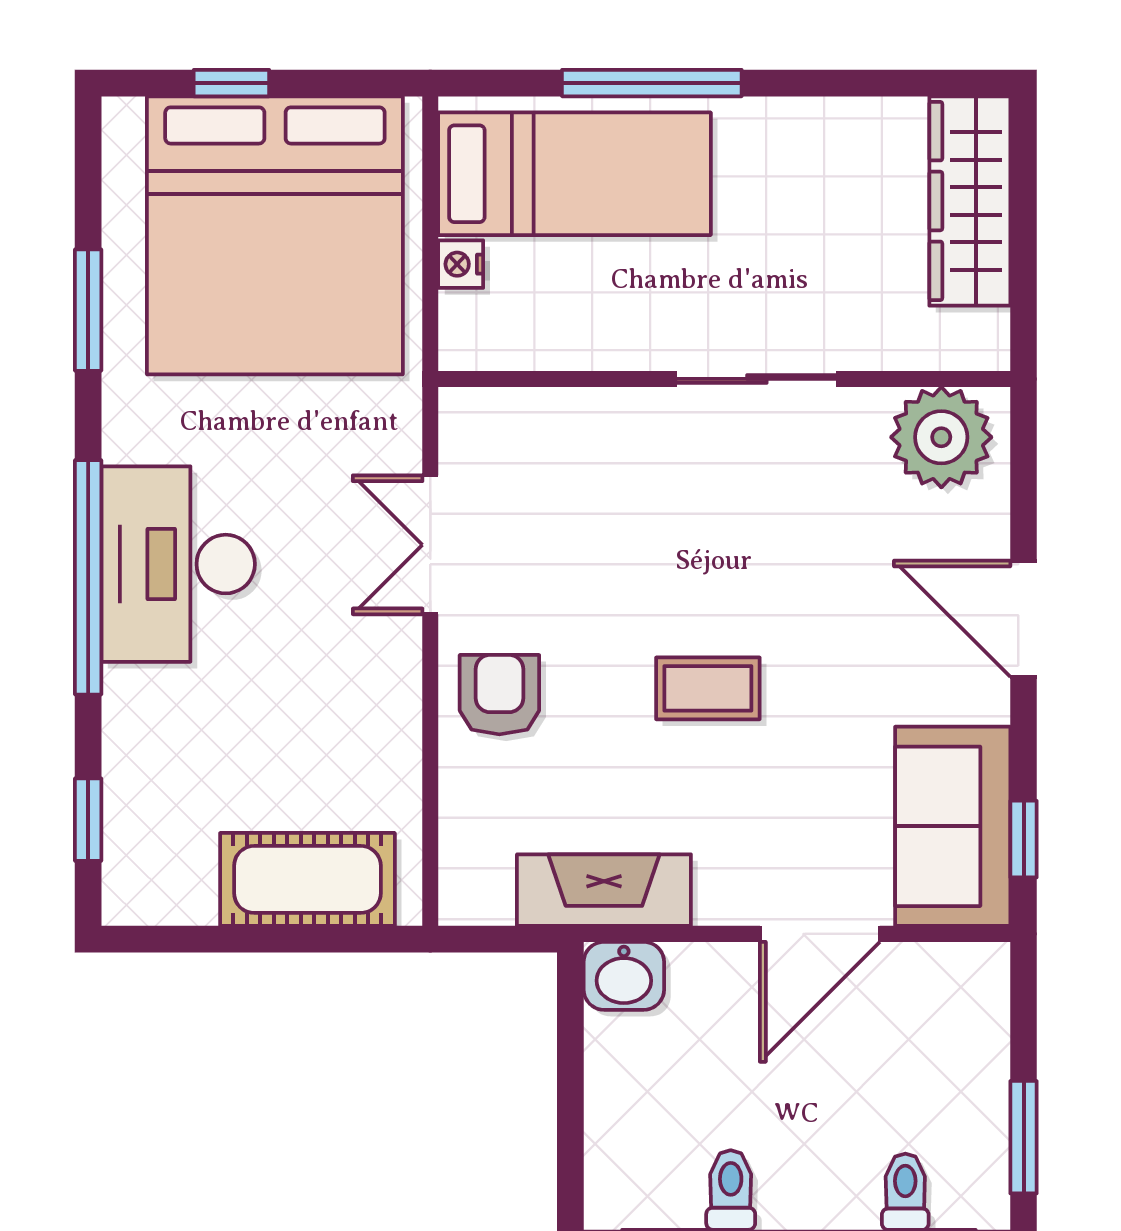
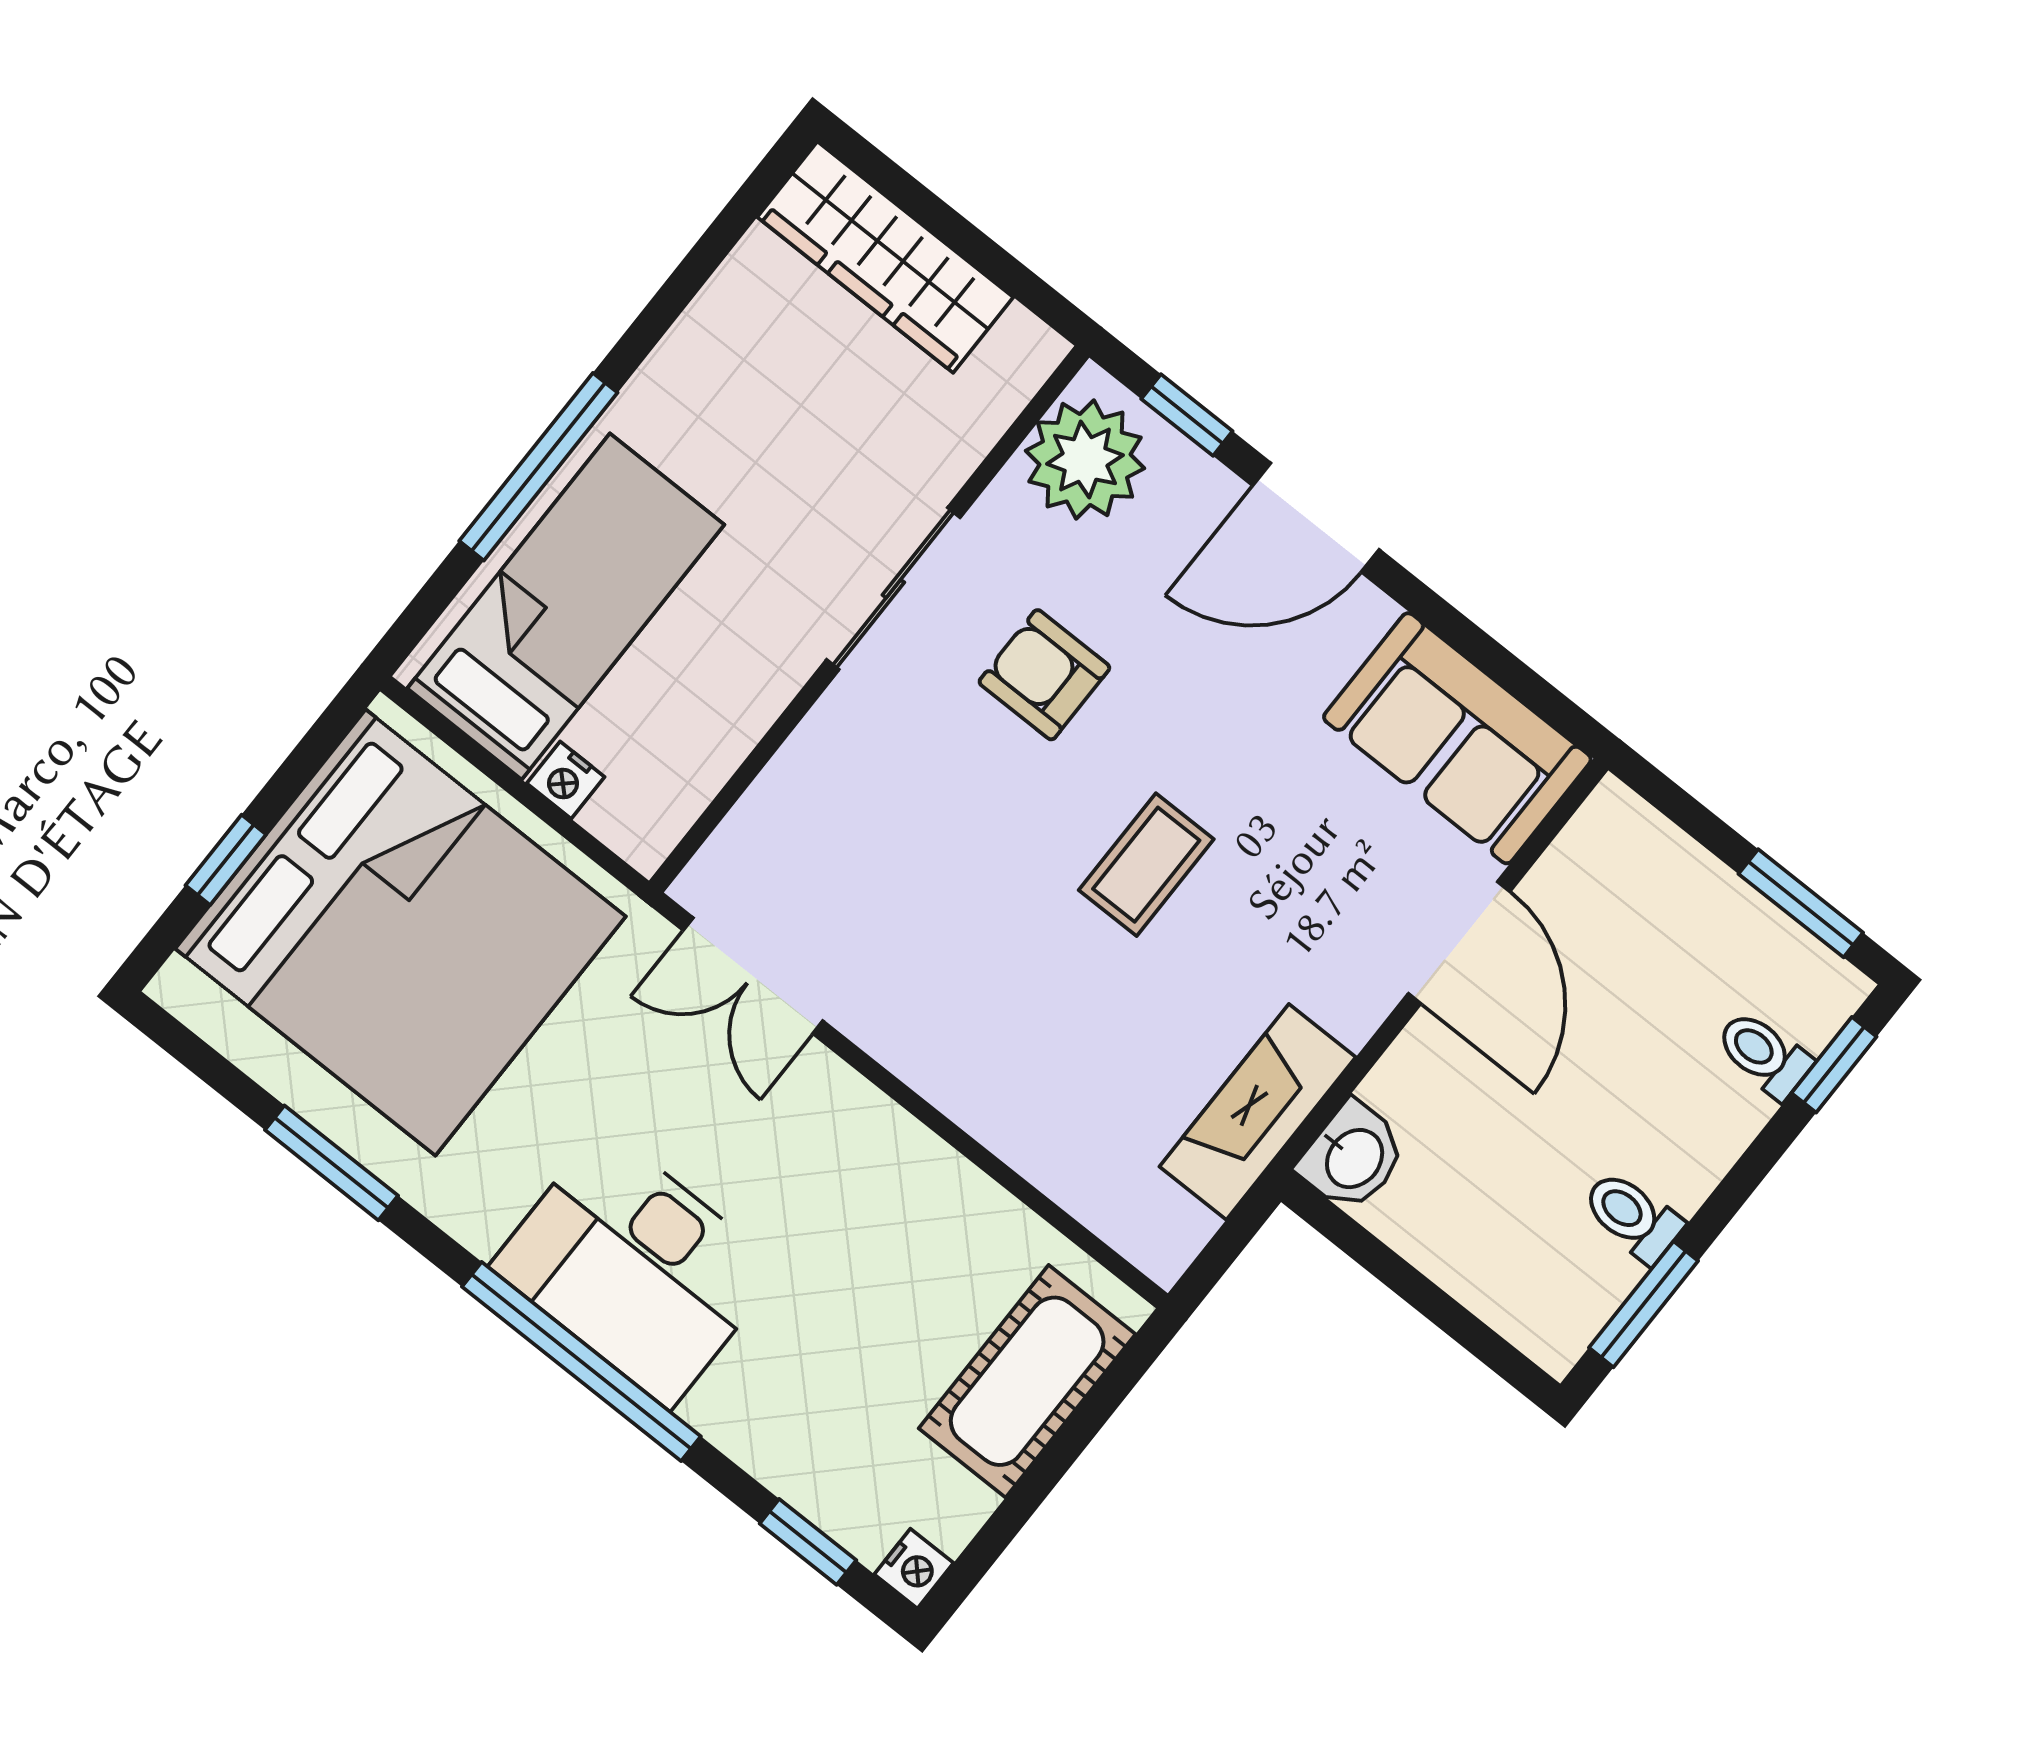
double door: (430, 545) -> (753, 976), moved
armchair: (499, 695) -> (1044, 675), moved
window: (1024, 839) -> (1187, 415), moved
nightstand: (126, 903) -> (914, 1569), added

